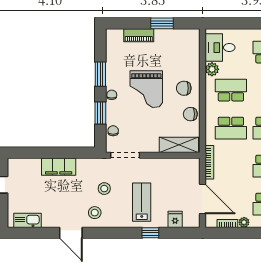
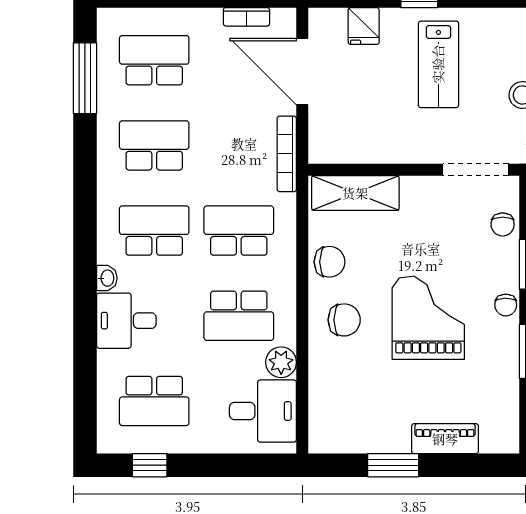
plant: (244, 222) -> (209, 19), removed

